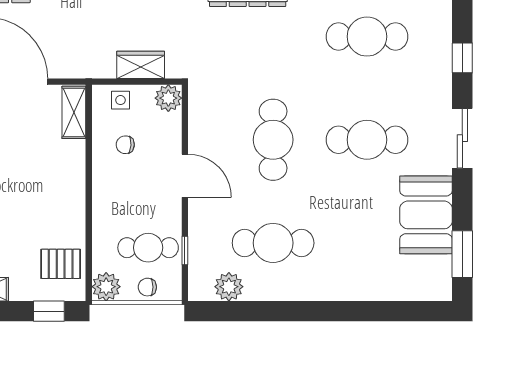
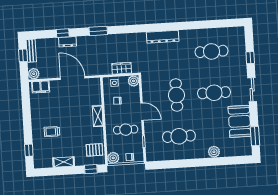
shelving: (74, 112) -> (98, 116), moved
cafe table: (148, 248) -> (126, 130), moved
plant: (229, 287) -> (214, 152), moved

